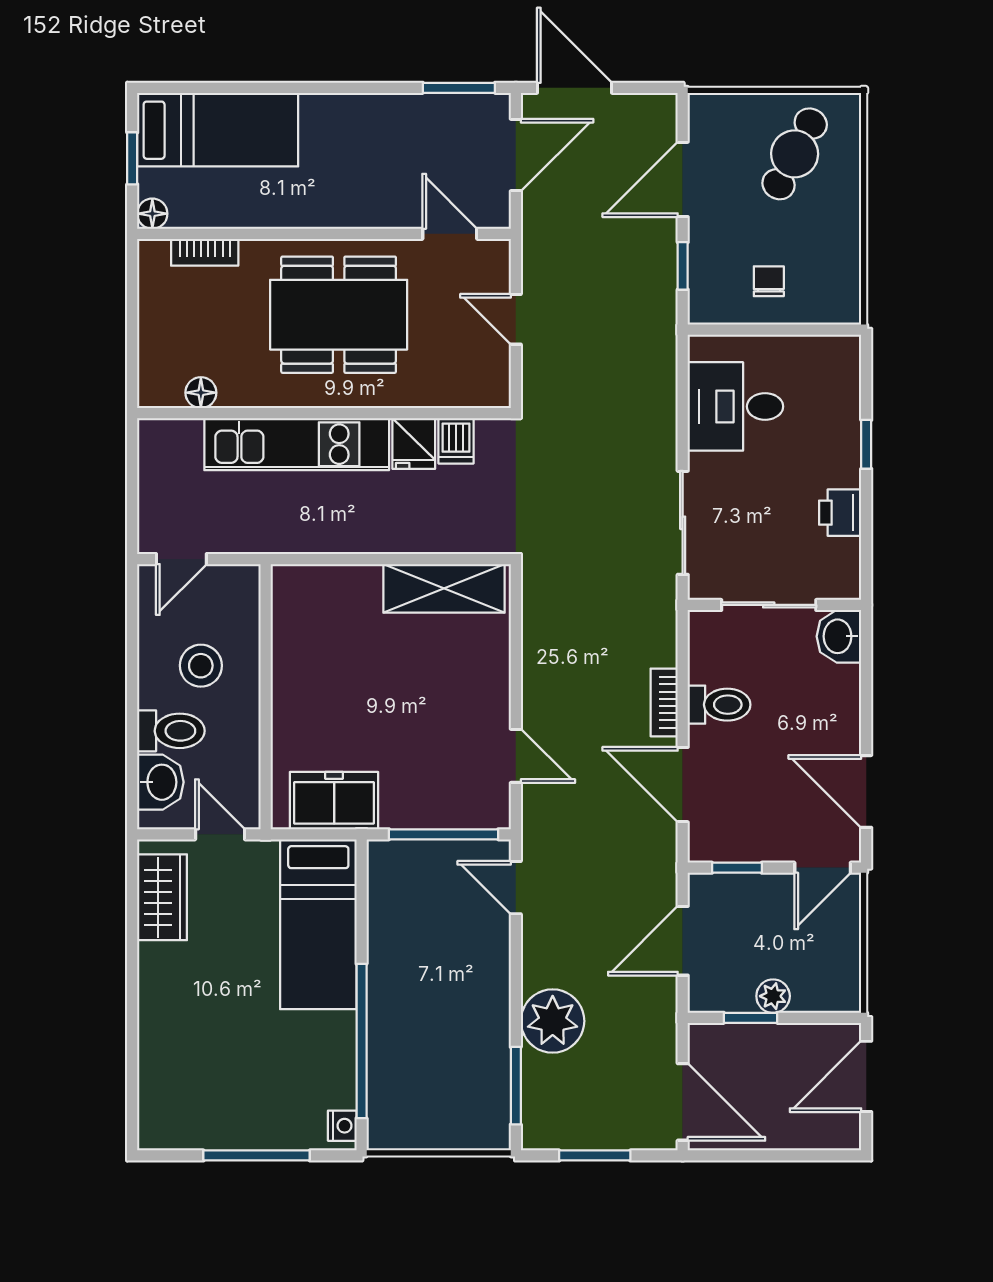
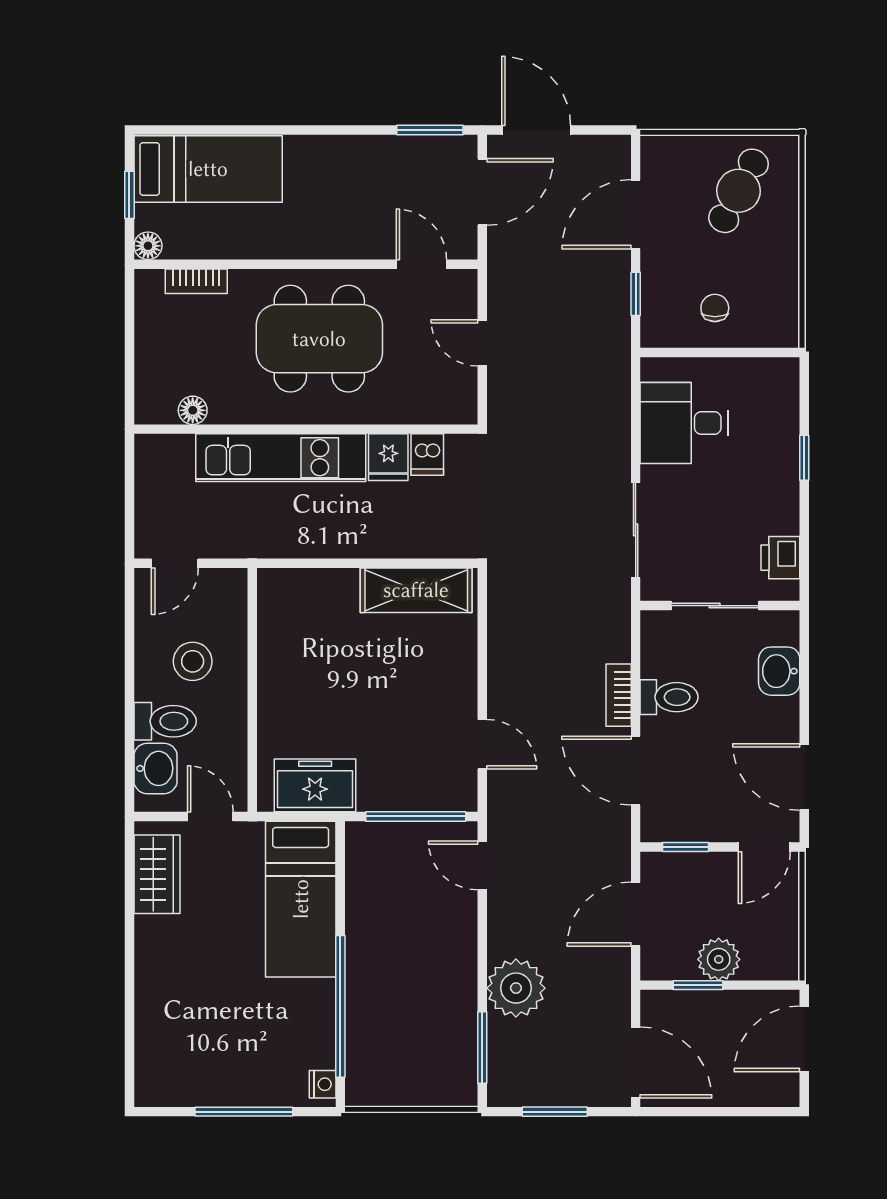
printer: (840, 513) -> (780, 558), moved
washbasin: (839, 636) -> (779, 671), moved
plant: (773, 996) -> (719, 959), width x1.38, depth x1.38

